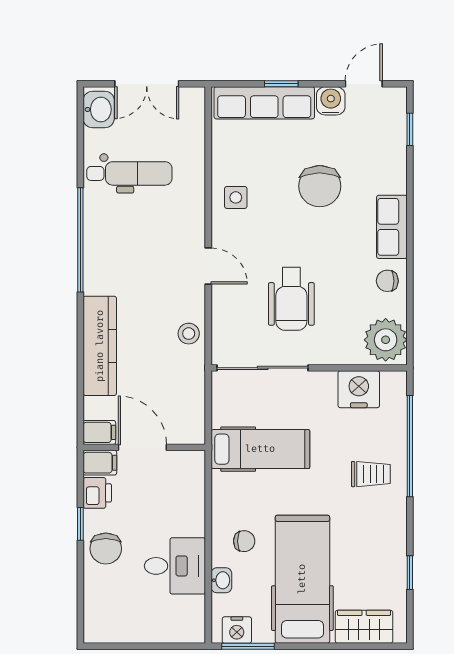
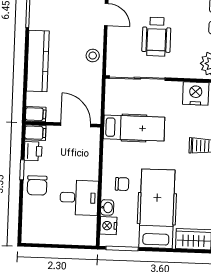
door: (142, 447) -> (76, 125), moved
nightstand: (237, 630) -> (108, 226), moved, turned 90

